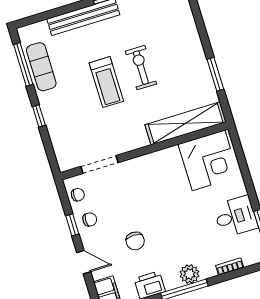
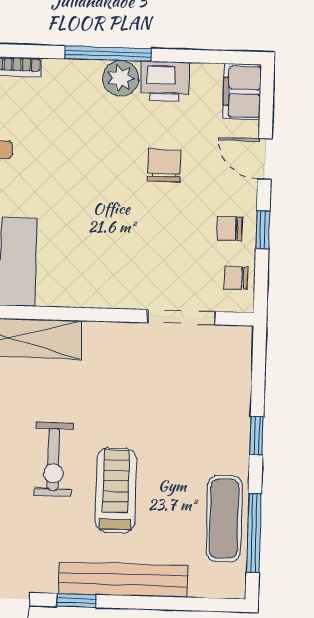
treadmill: (106, 82) -> (116, 490), moved
plant: (189, 274) -> (121, 78), moved

